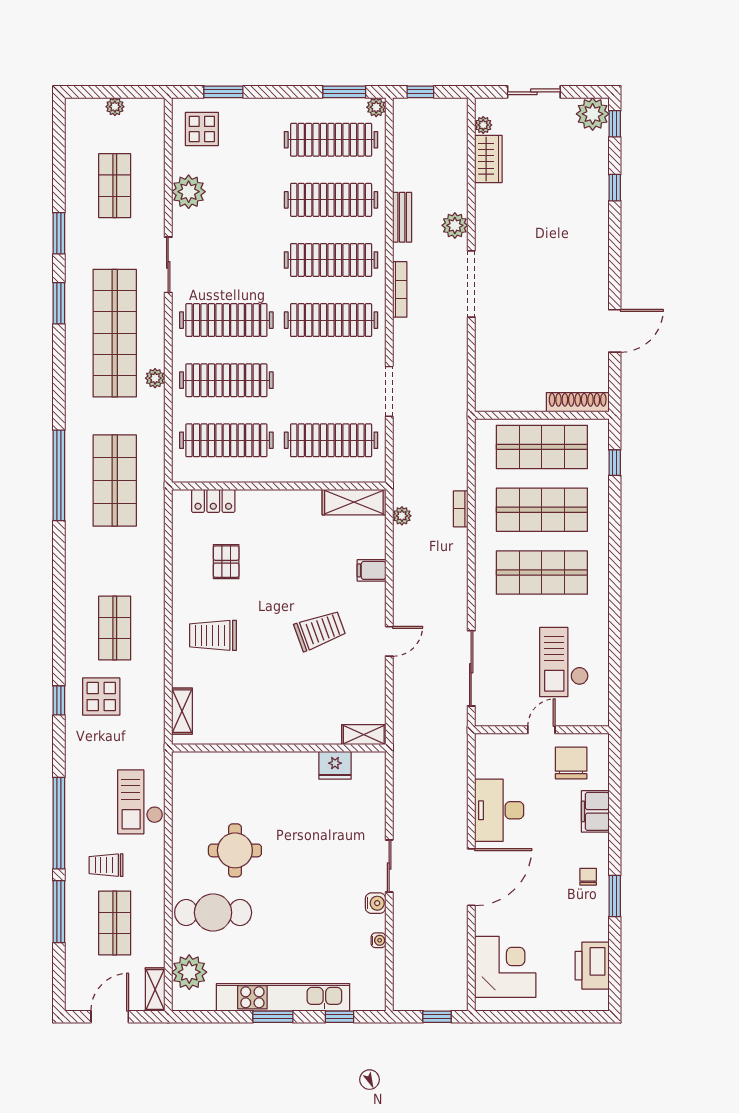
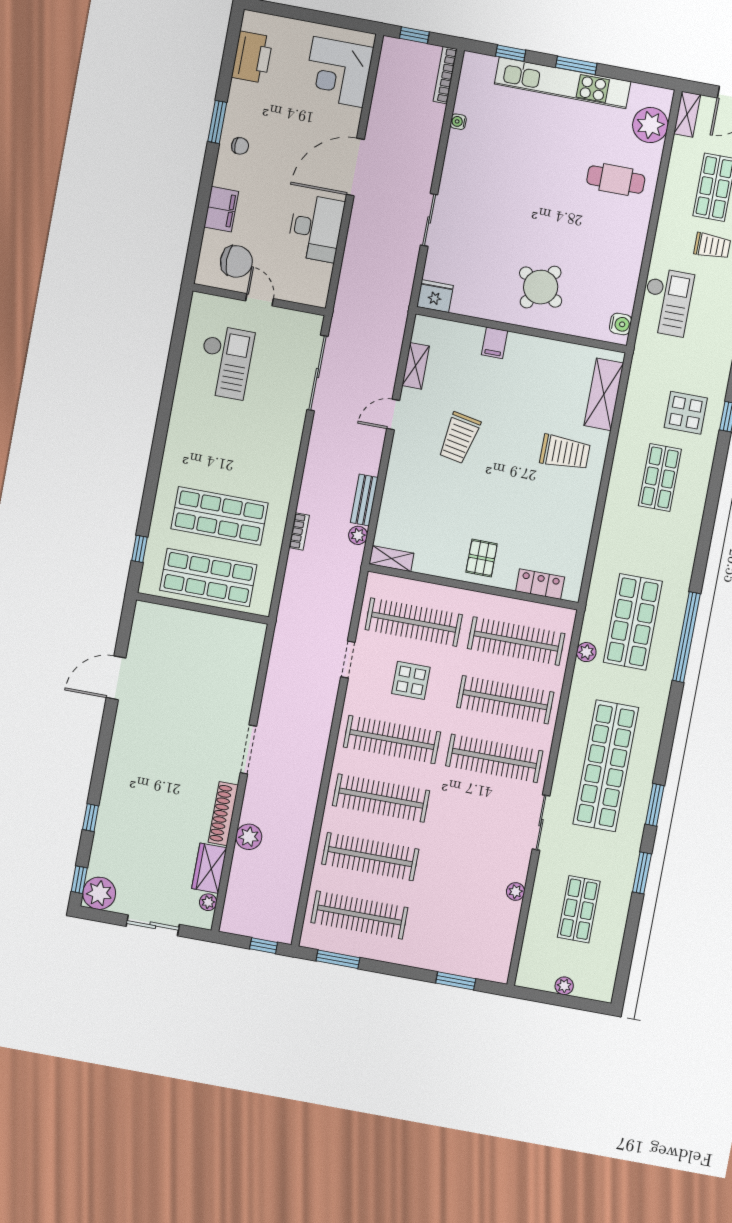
plant: (376, 107) -> (309, 939), removed
display table: (202, 129) -> (411, 680), moved
plant: (189, 192) -> (516, 892), width x0.53, depth x0.53
bench: (402, 217) -> (364, 500), moved
plant: (455, 225) -> (249, 837), moved
doorway: (471, 284) -> (248, 750), width x0.73
bookcase: (400, 289) -> (445, 75), moved
plant: (155, 378) -> (586, 652), moved
doorway: (389, 391) -> (348, 659), width x0.73
shoe rack: (578, 402) -> (223, 814), moved, turned 90
shelving: (354, 502) -> (391, 559), width x0.67, depth x0.75
pallet: (226, 562) -> (482, 558), moved
filing cabinet: (372, 570) -> (494, 343), moved, turned 90
shop shelf: (542, 573) -> (231, 454), removed
trolley: (320, 631) -> (459, 438), turned -59
shelving: (182, 711) -> (604, 394), width x1.50, depth x1.33
door: (541, 730) -> (260, 300), swing flipped
shelving: (364, 735) -> (416, 366), moved, turned 90
chair: (571, 763) -> (236, 261), turned -90
fridge: (335, 765) -> (435, 296), moved
round table: (235, 850) -> (541, 287), moved, turned 33
sliding door: (389, 866) -> (429, 220), moved
chair: (588, 877) -> (240, 146), turned -90
water cooler: (376, 903) -> (621, 324), moved, turned 180
cafe table: (213, 913) -> (616, 180), width x0.73, depth x0.74

